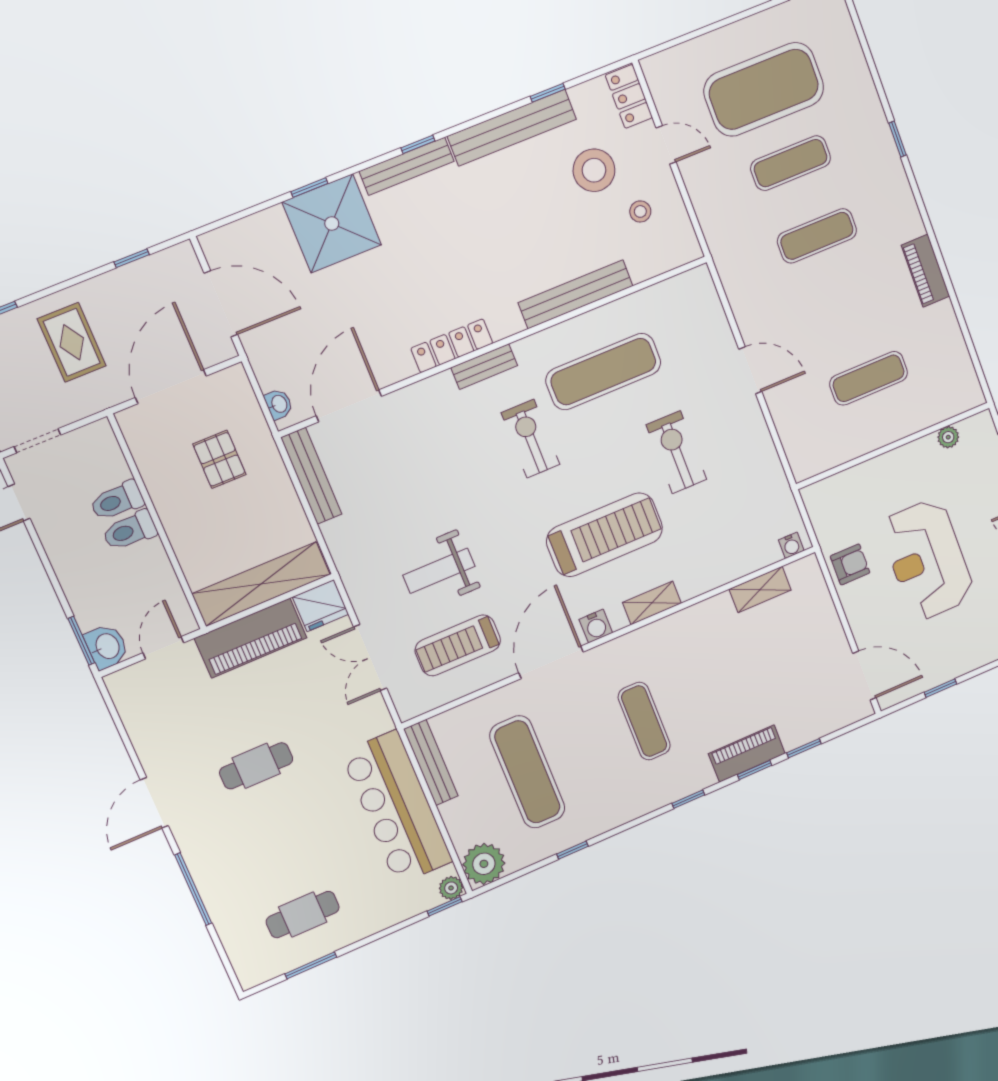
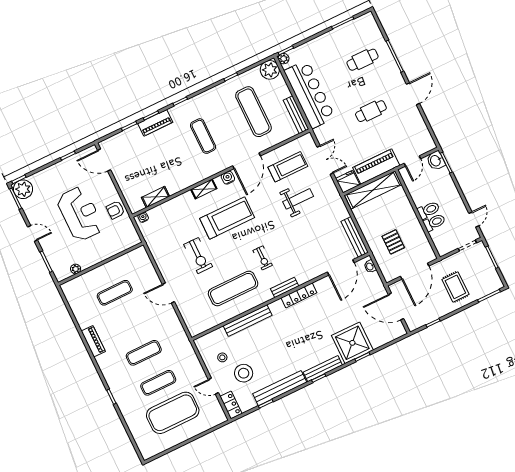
exercise bike: (530, 439) -> (263, 258), width x0.73, depth x0.72
treadmill: (605, 535) -> (227, 218), turned 180
cafe table: (303, 915) -> (363, 60), moved

